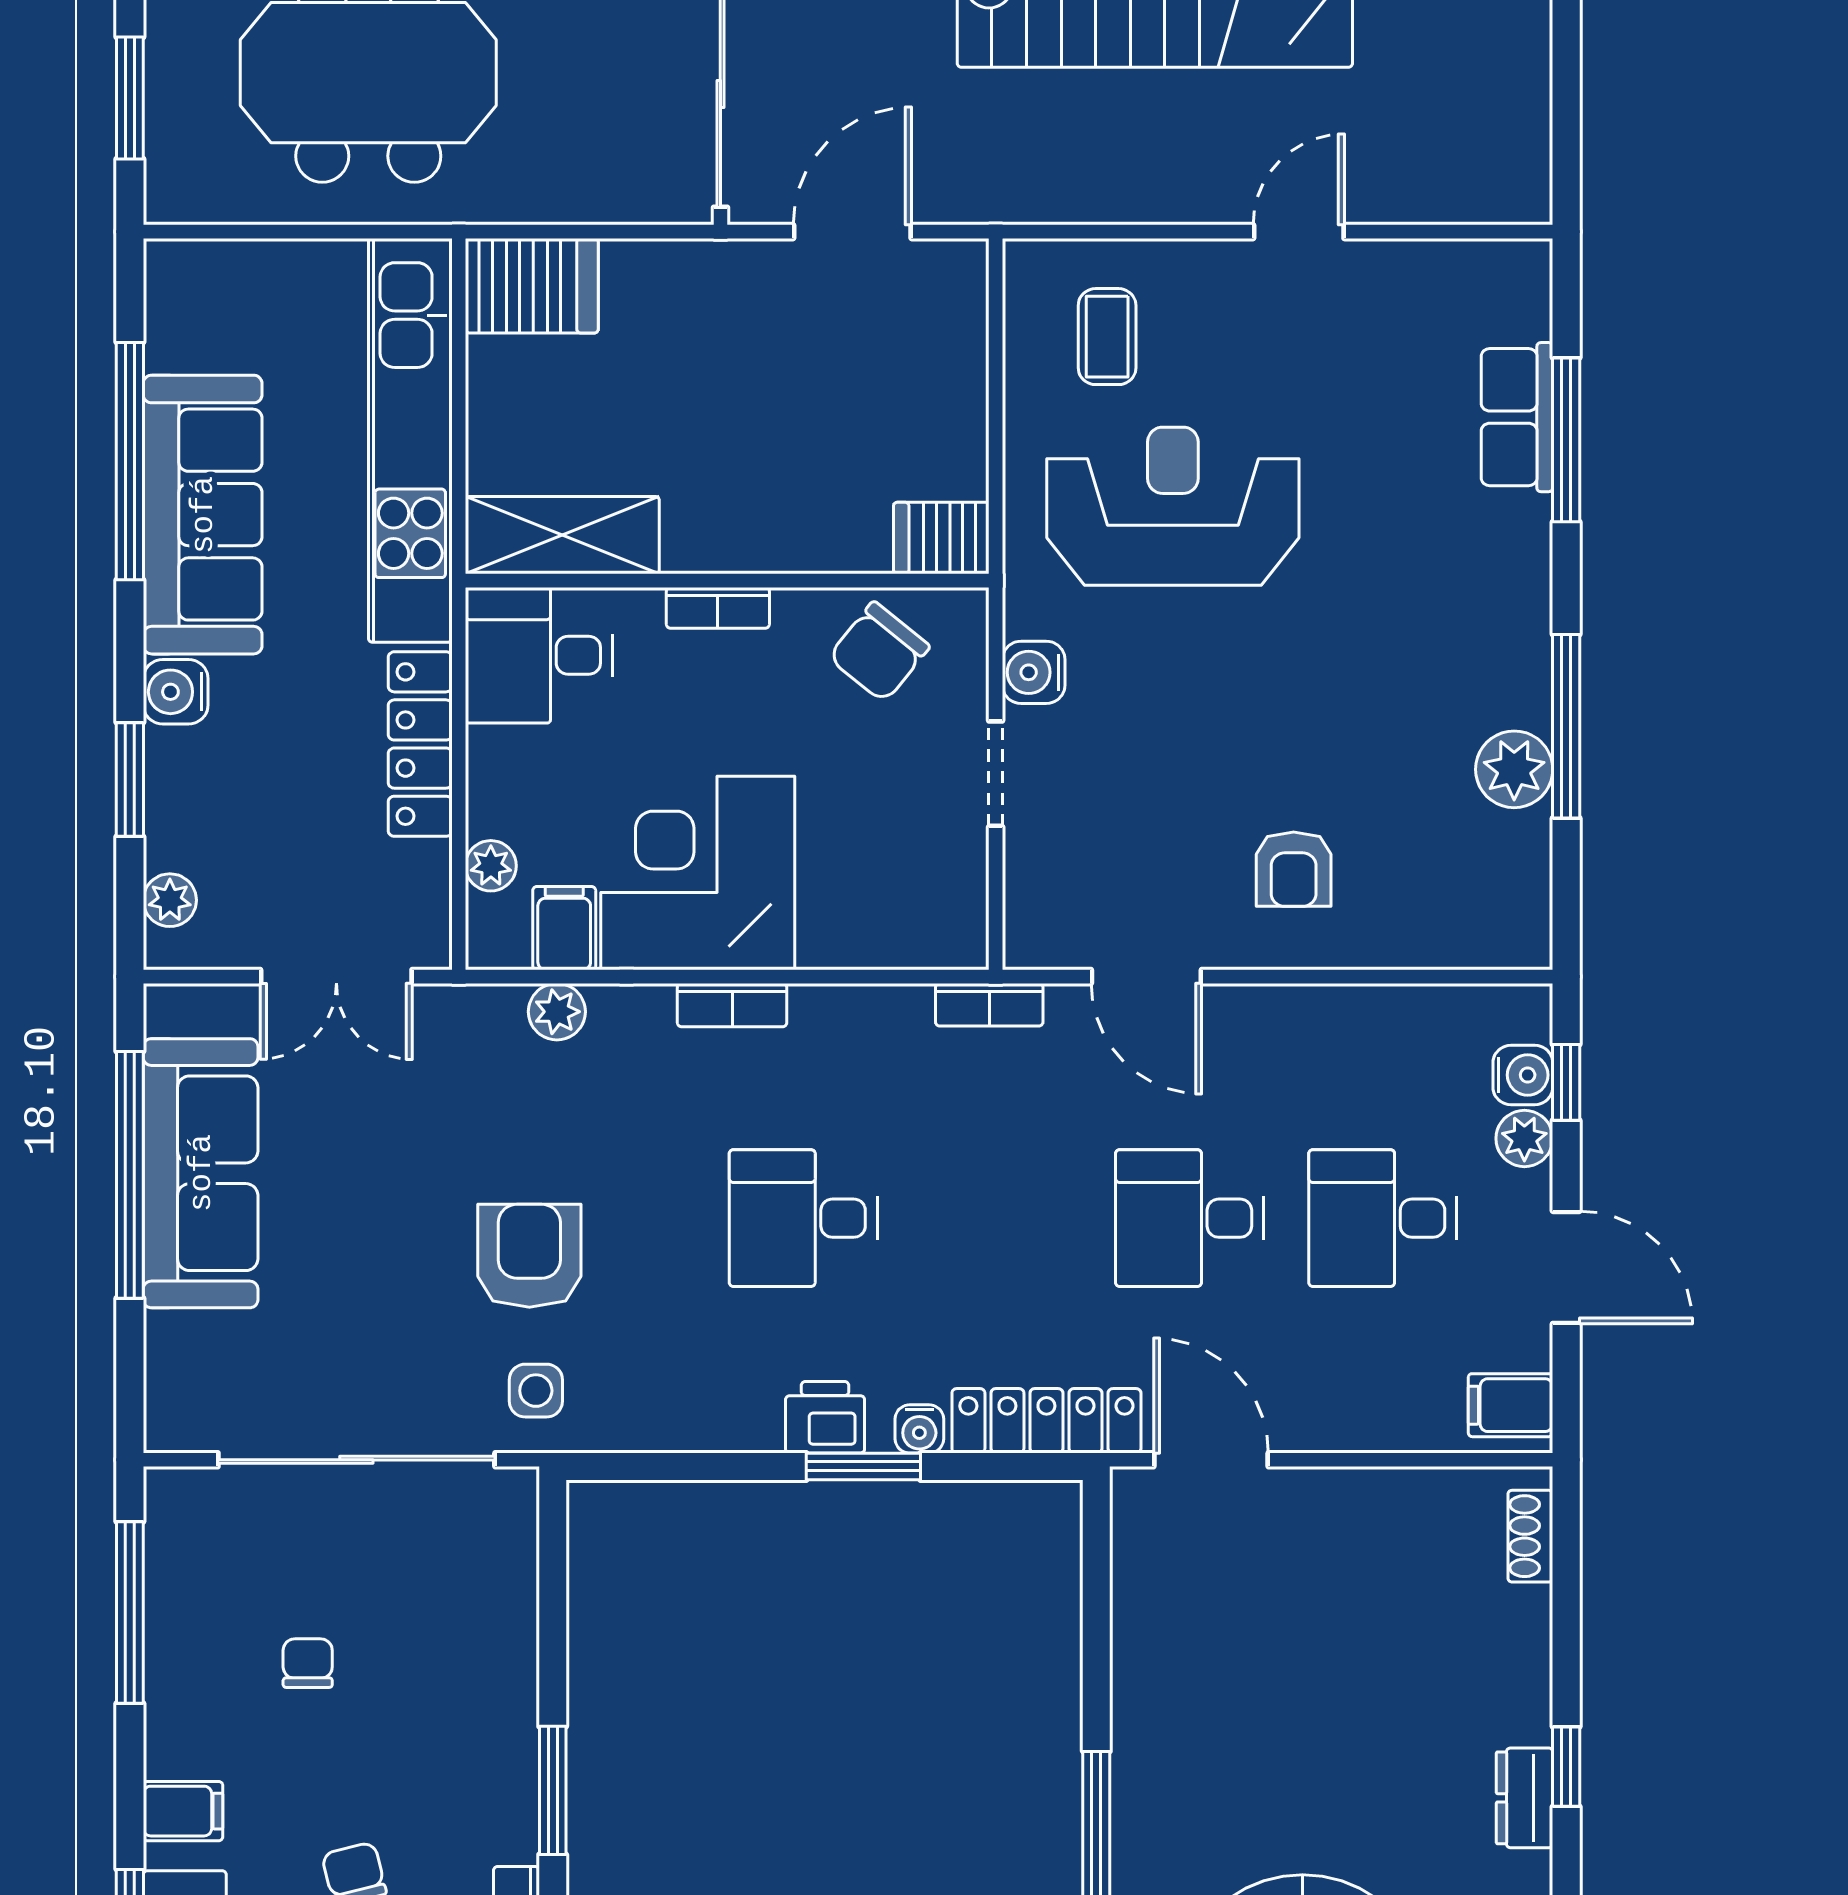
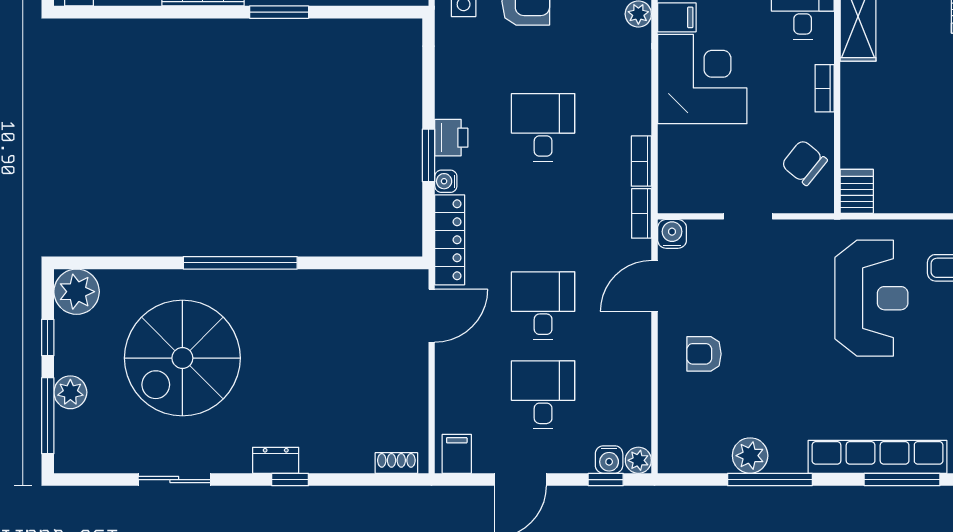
row of seats: (1517, 417) -> (878, 457), width x2.02
water cooler: (1034, 672) -> (672, 234), moved
bookcase: (732, 1005) -> (641, 161), moved
plant: (1524, 1138) -> (638, 460), moved

